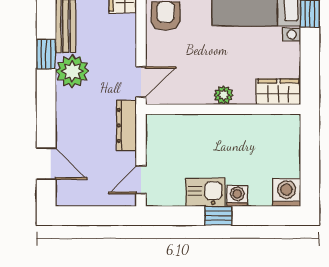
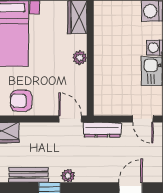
plant: (72, 71) -> (68, 176), width x0.53, depth x0.53

